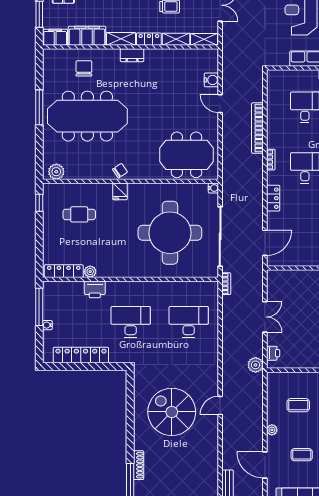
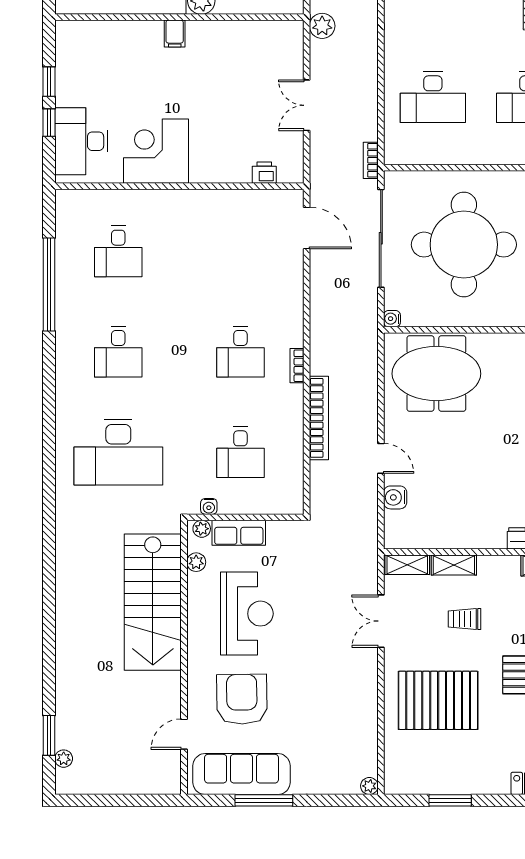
locker: (149, 39) -> (499, 565), removed
locker: (273, 198) -> (293, 302), removed
door: (265, 243) -> (307, 228), swing flipped
printer: (273, 353) -> (264, 173), moved, turned 90

